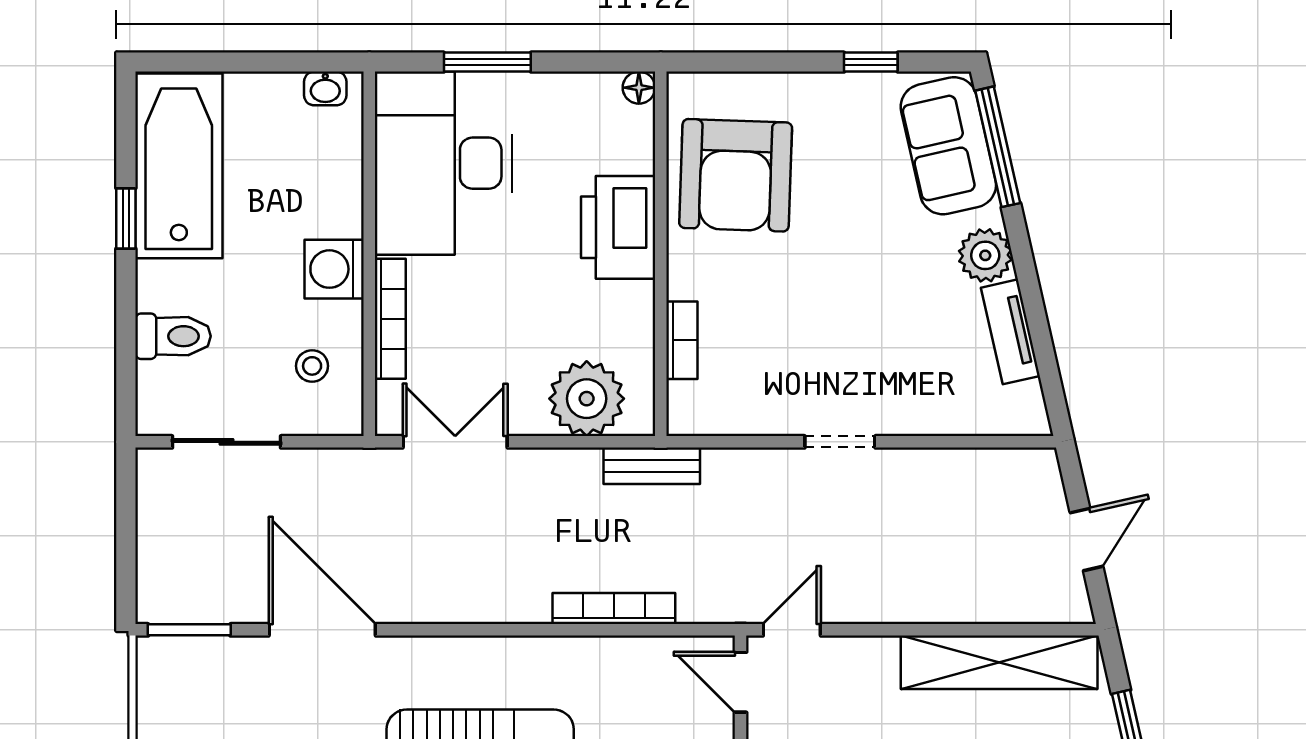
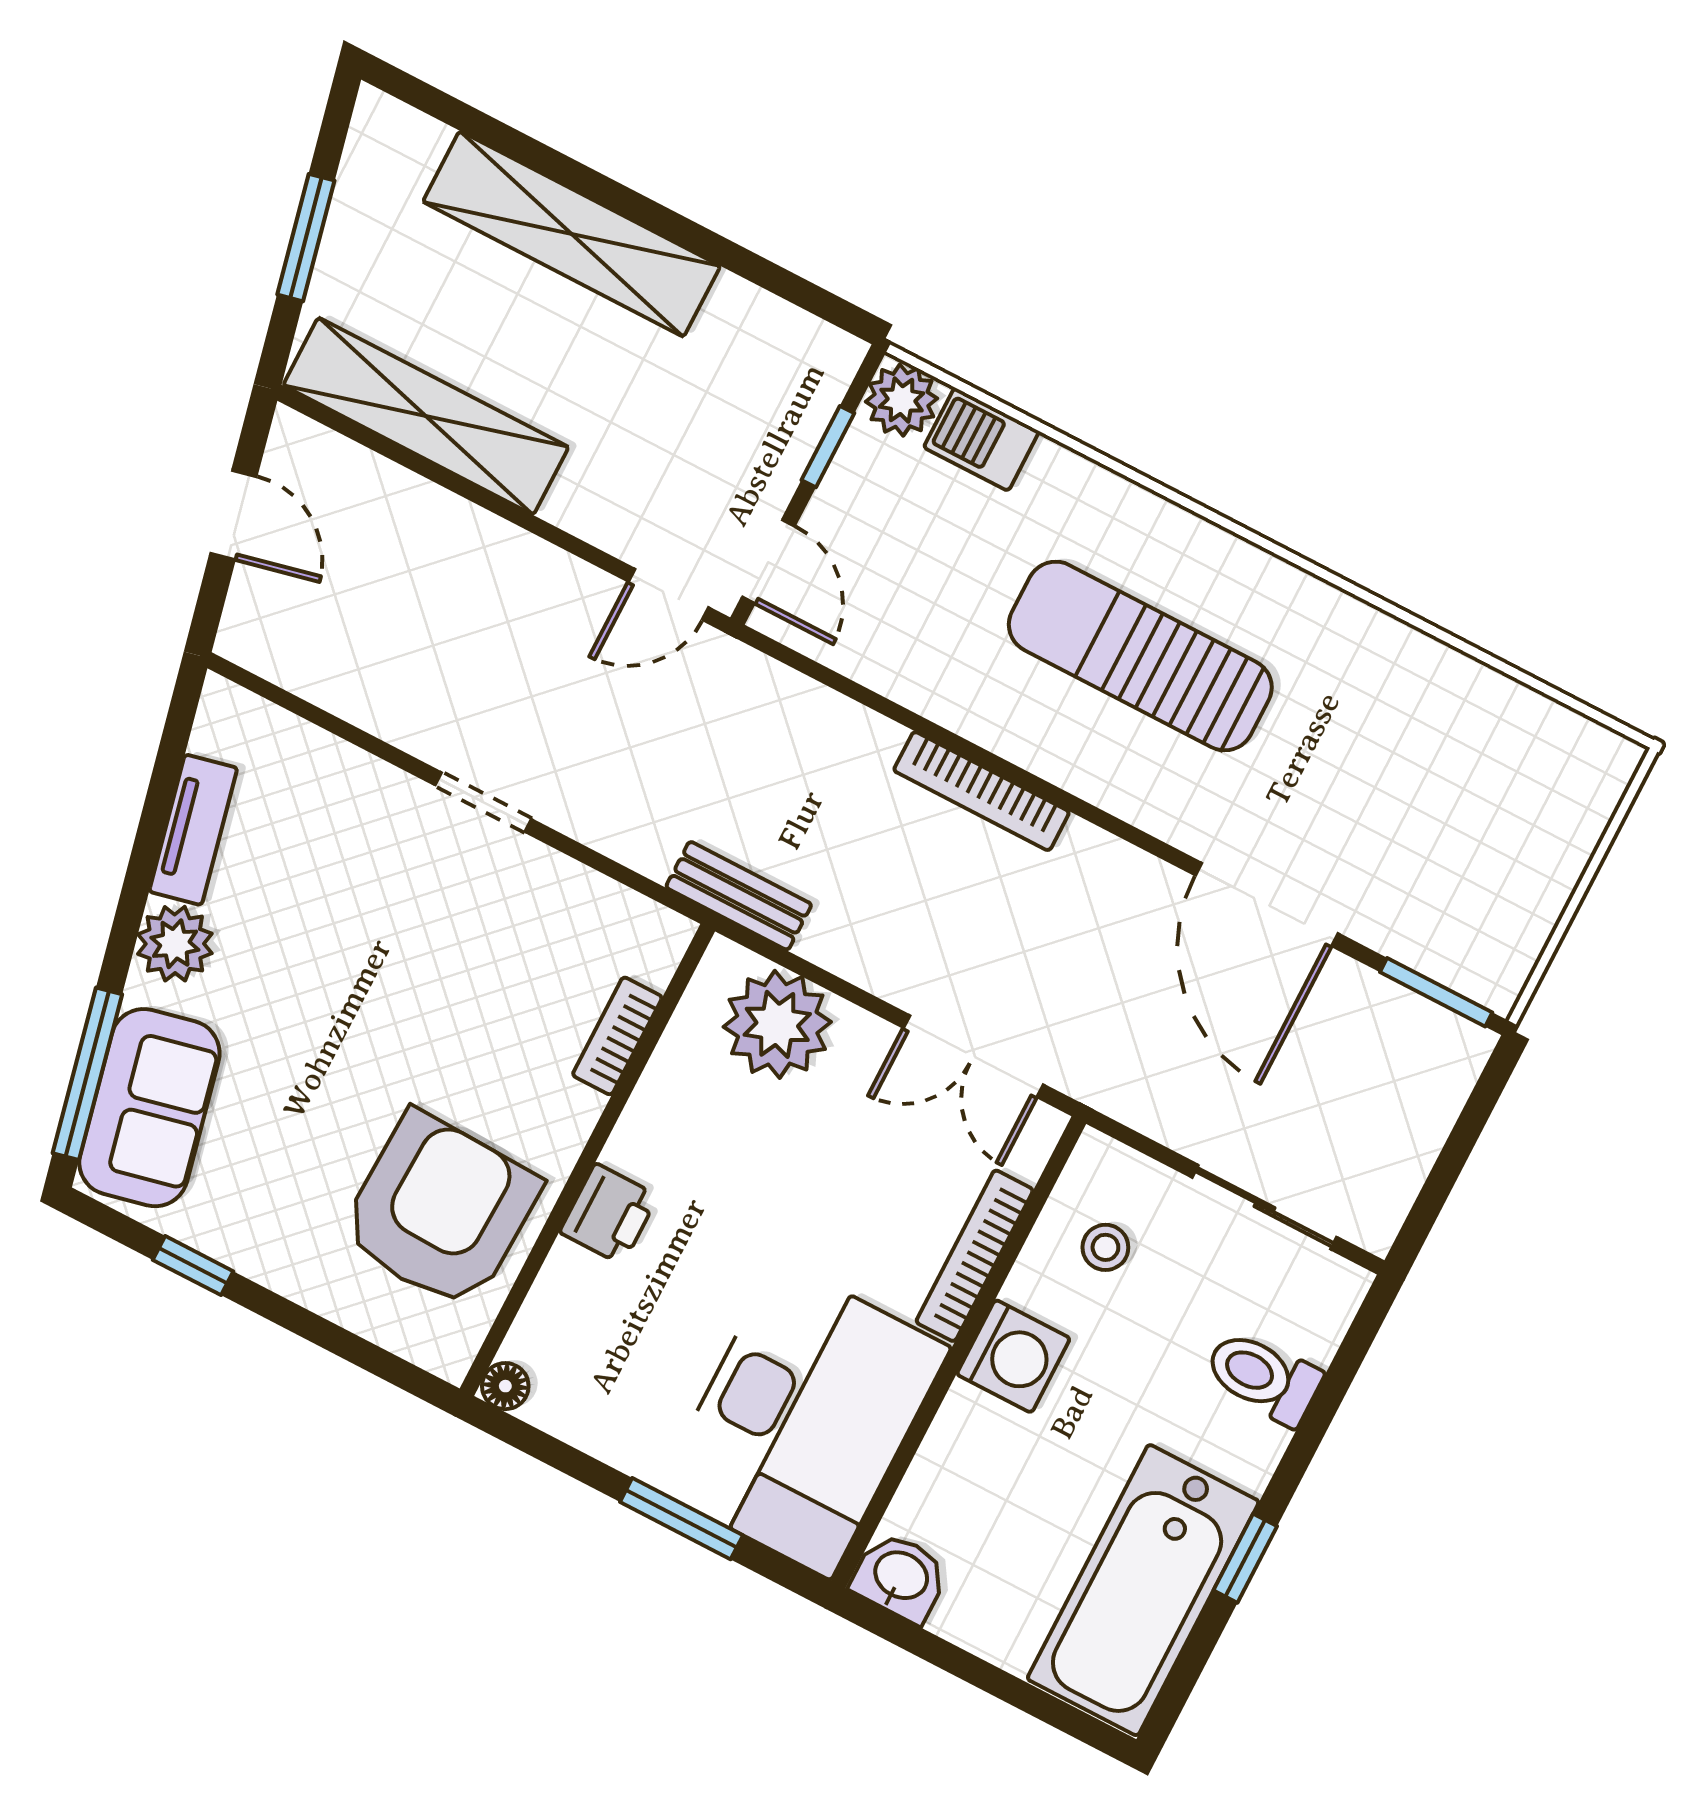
washbasin: (325, 88) -> (900, 1577), width x1.38, depth x1.45
printer: (618, 227) -> (609, 1214), width x0.53, depth x0.68
door: (1087, 540) -> (233, 515), swing flipped
bookcase: (614, 608) -> (982, 791), moved

